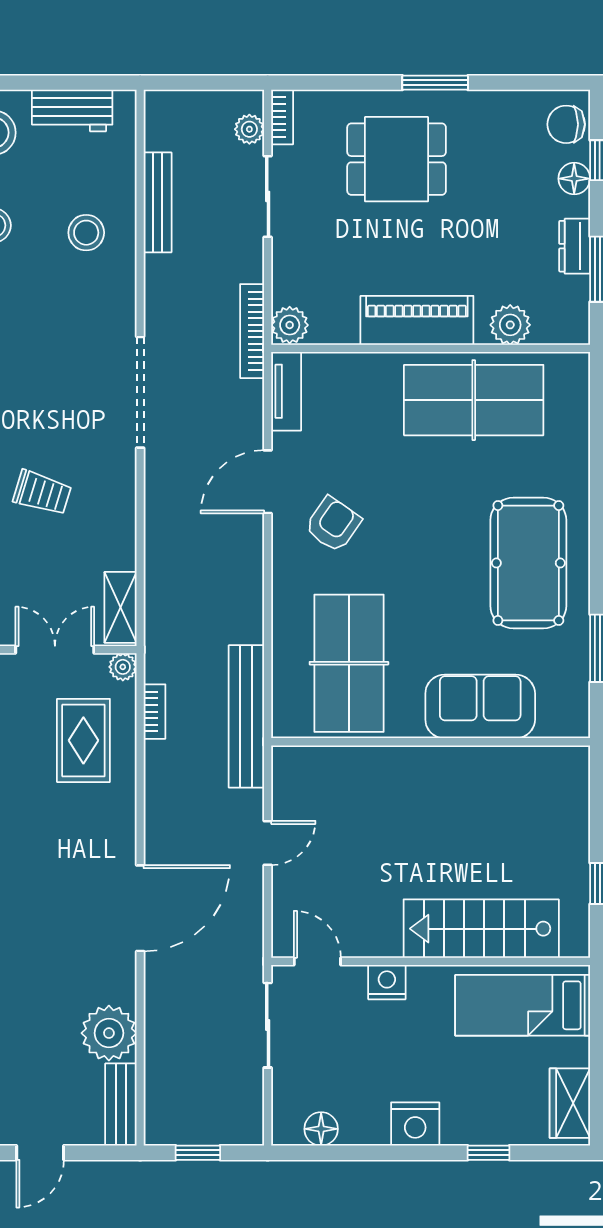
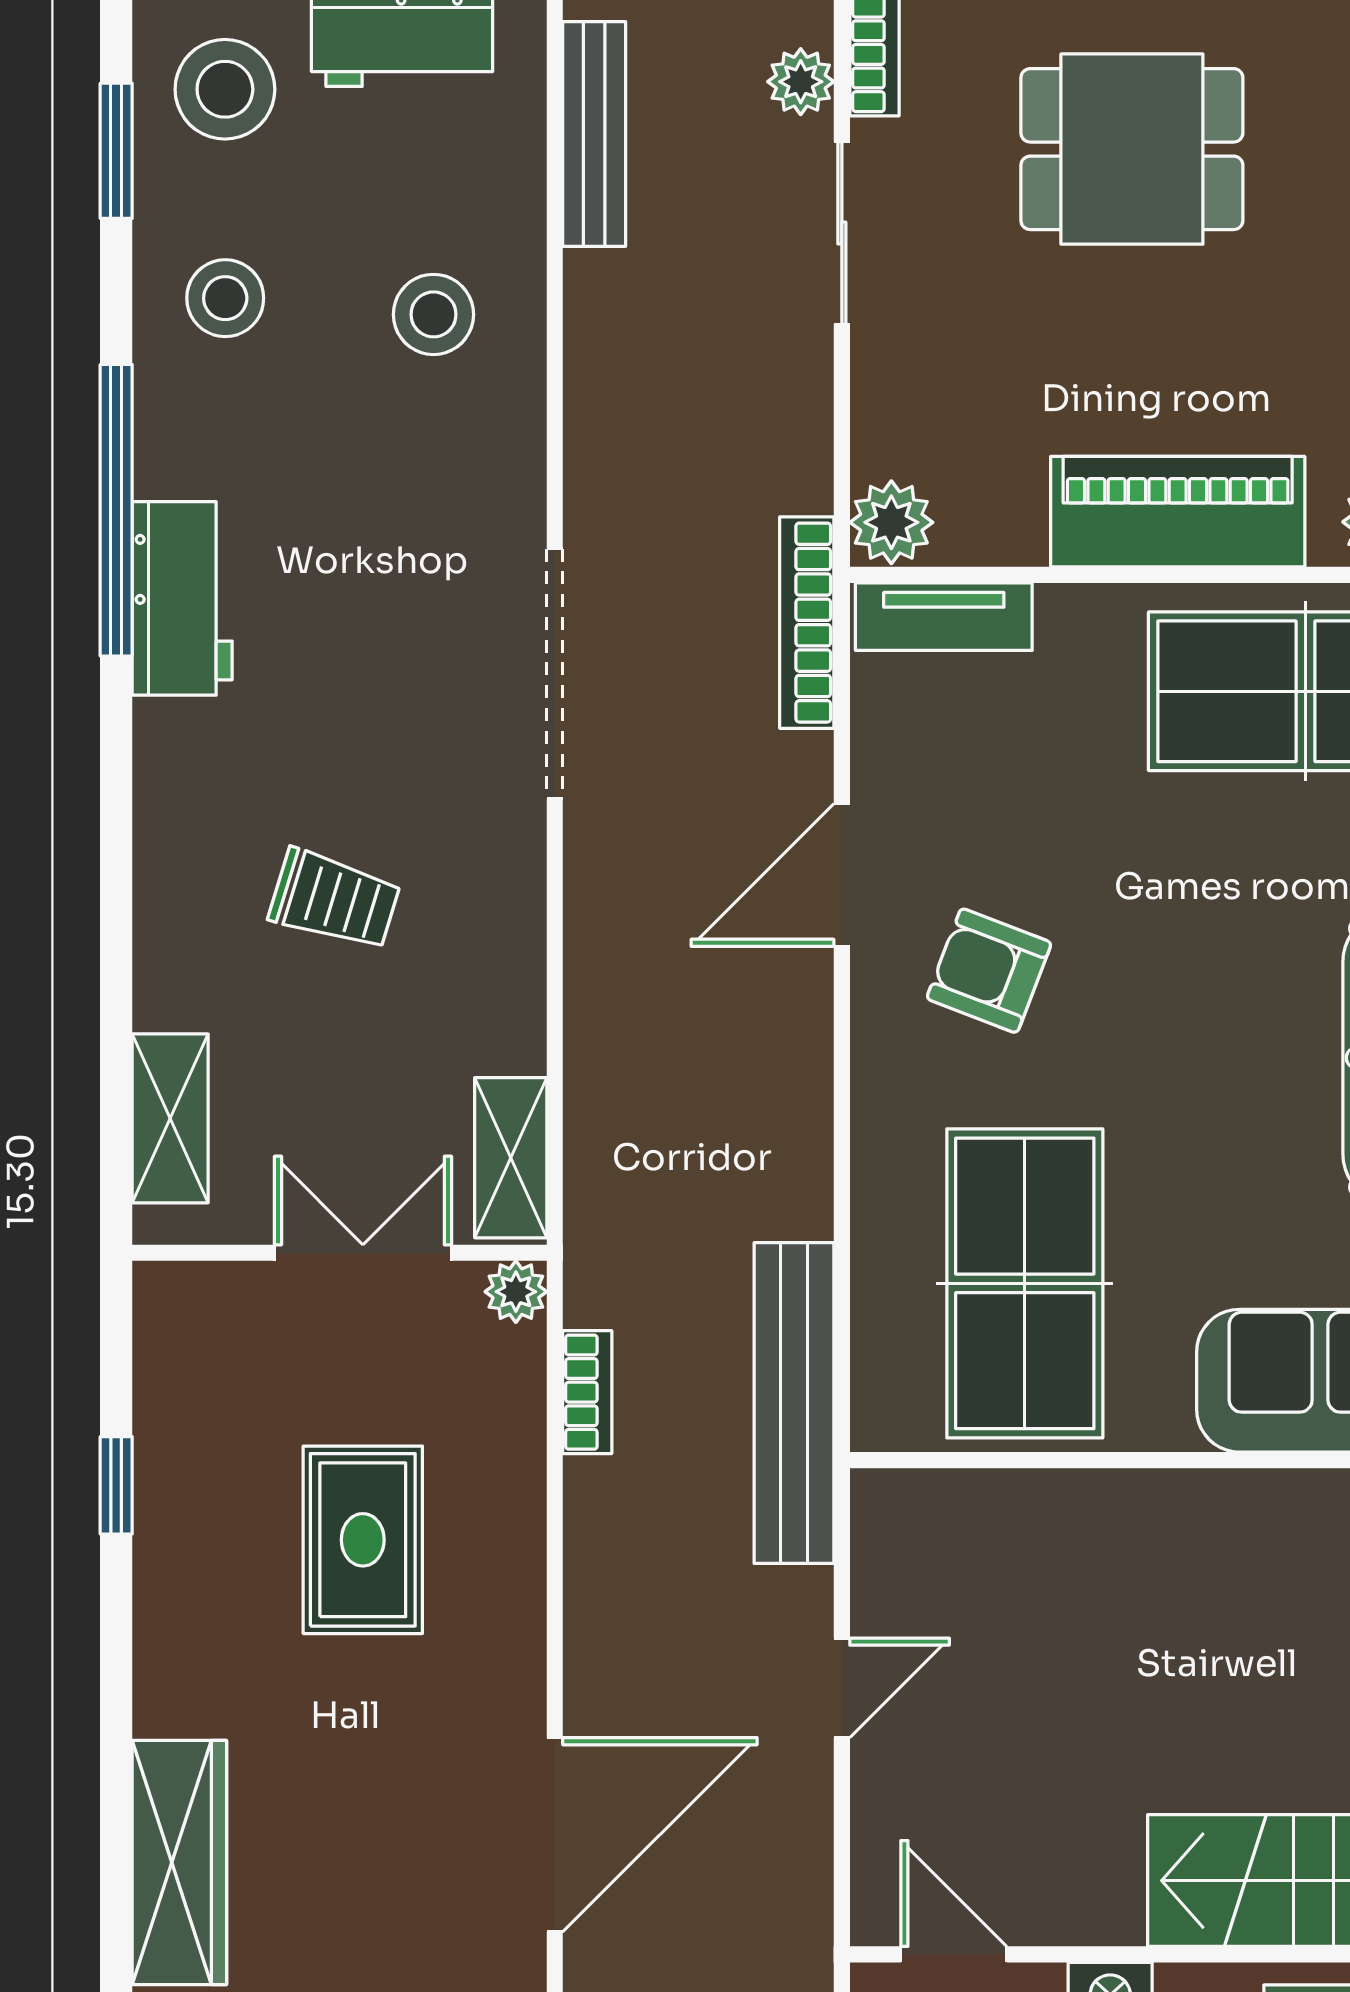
bench: (158, 202) -> (594, 134), moved
bookcase: (252, 331) -> (807, 623), moved
tv unit: (286, 391) -> (944, 617), moved, turned 90
armchair: (333, 524) -> (989, 971), turned -104
rug: (83, 740) -> (363, 1540), moved

